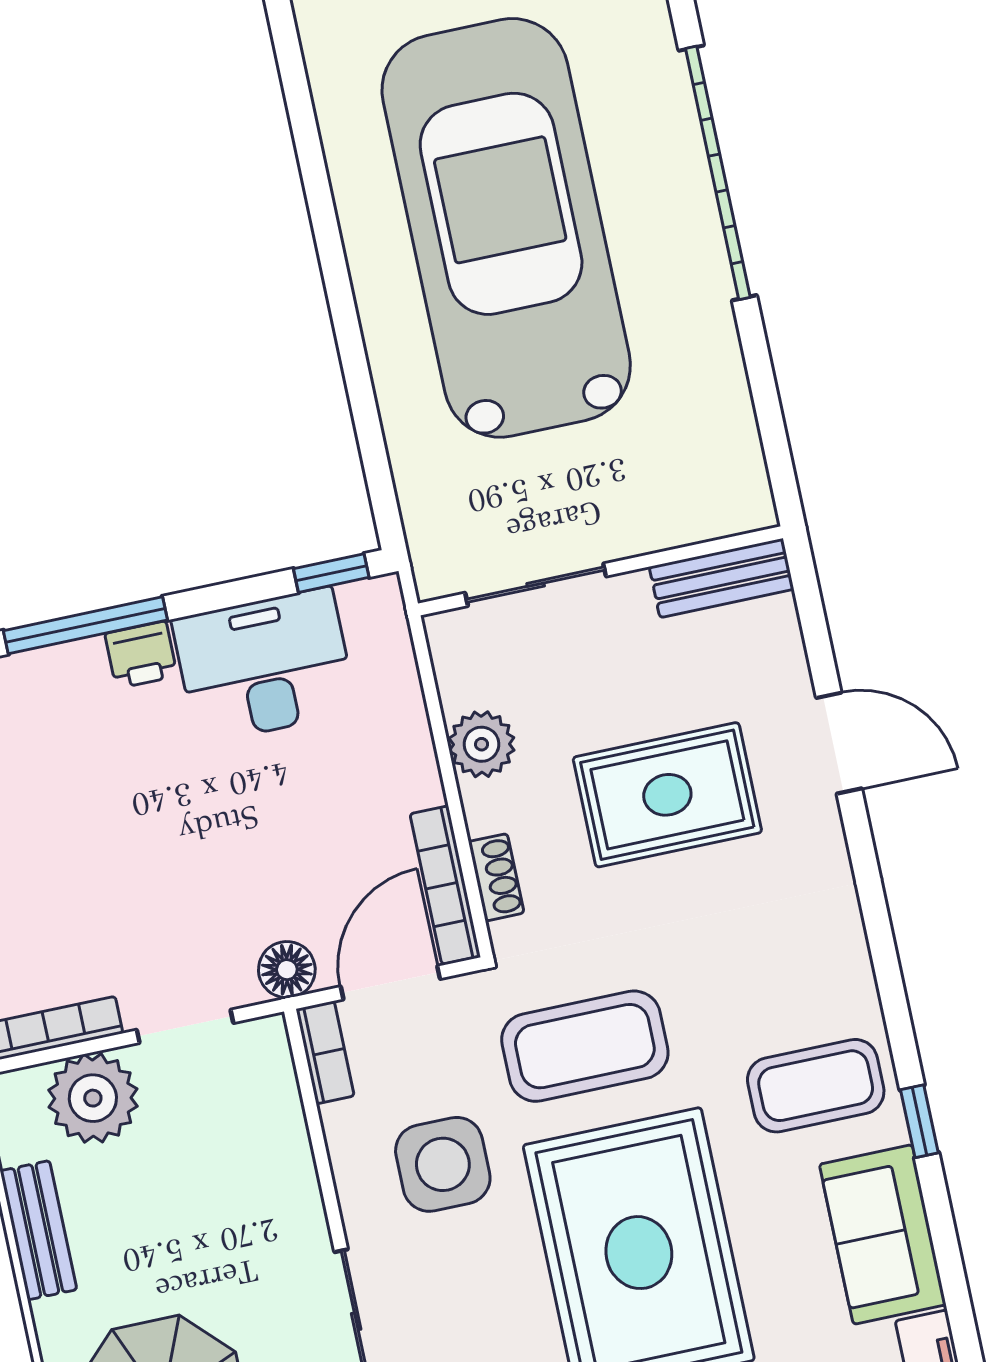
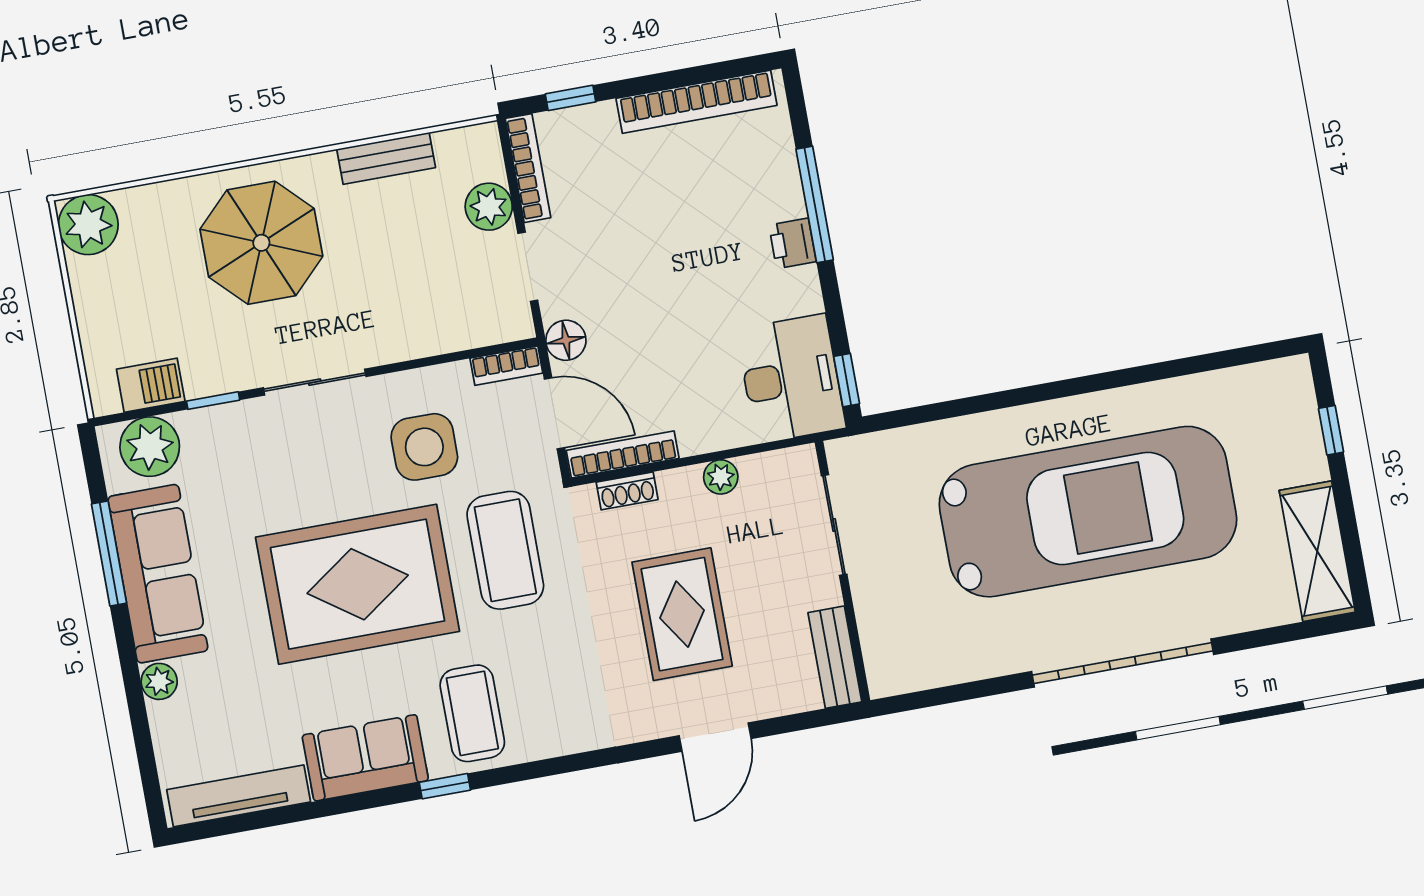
desk: (264, 666) -> (791, 379), moved
plant: (482, 744) -> (721, 477), width x0.73, depth x0.73
plant: (93, 1098) -> (489, 207), width x0.73, depth x0.73

